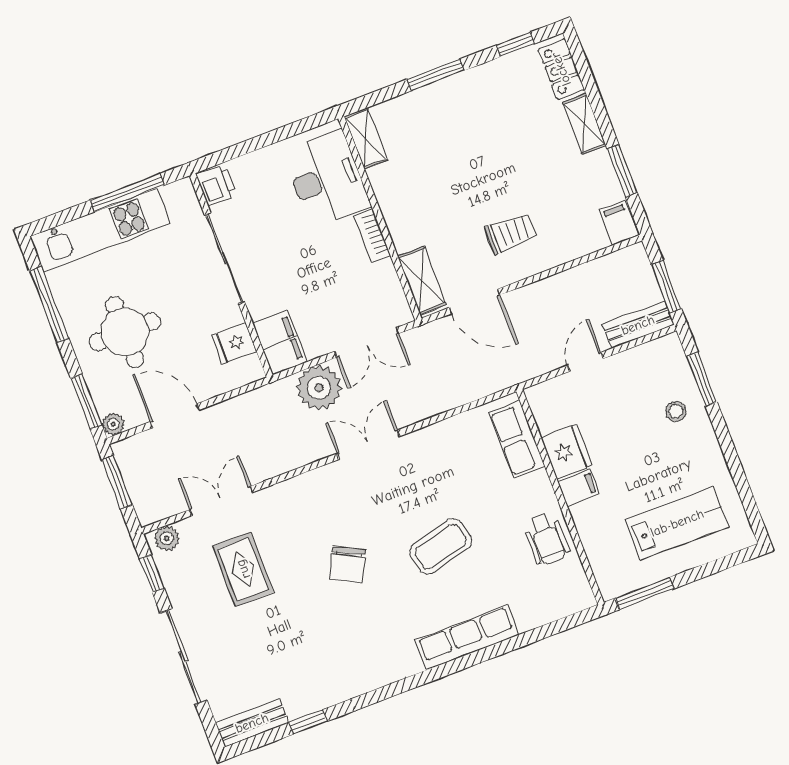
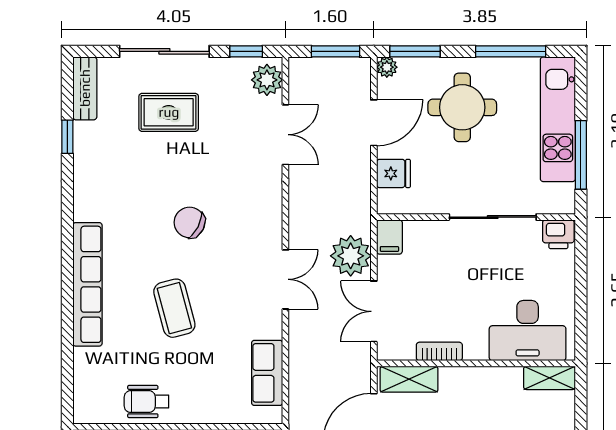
bookcase: (372, 235) -> (439, 351), moved
filing cabinet: (280, 342) -> (389, 237), width x0.50
fridge: (234, 343) -> (393, 173), moved, turned 90
row of seats: (517, 439) -> (267, 373), moved, turned -90
plant: (167, 538) -> (267, 80), width x1.38, depth x1.38
rug: (243, 569) -> (169, 112), moved
row of seats: (467, 638) -> (87, 284), width x1.36

